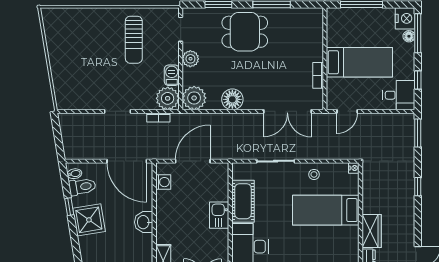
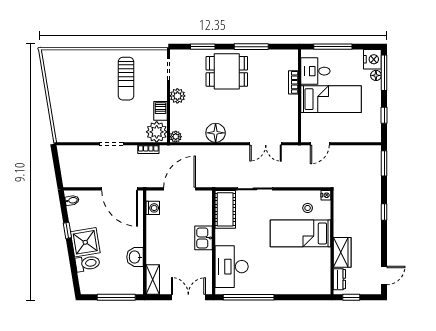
bookcase: (318, 75) -> (293, 82), moved
desk: (399, 95) -> (315, 71), moved, turned 180
plant: (194, 98) -> (176, 137), width x0.53, depth x0.53
double door: (287, 111) -> (266, 144), width x0.73
stool: (314, 174) -> (308, 208), moved
toilet: (82, 187) -> (88, 263), moved
cot: (243, 201) -> (225, 209), moved
washbasin: (144, 222) -> (135, 257), moved

